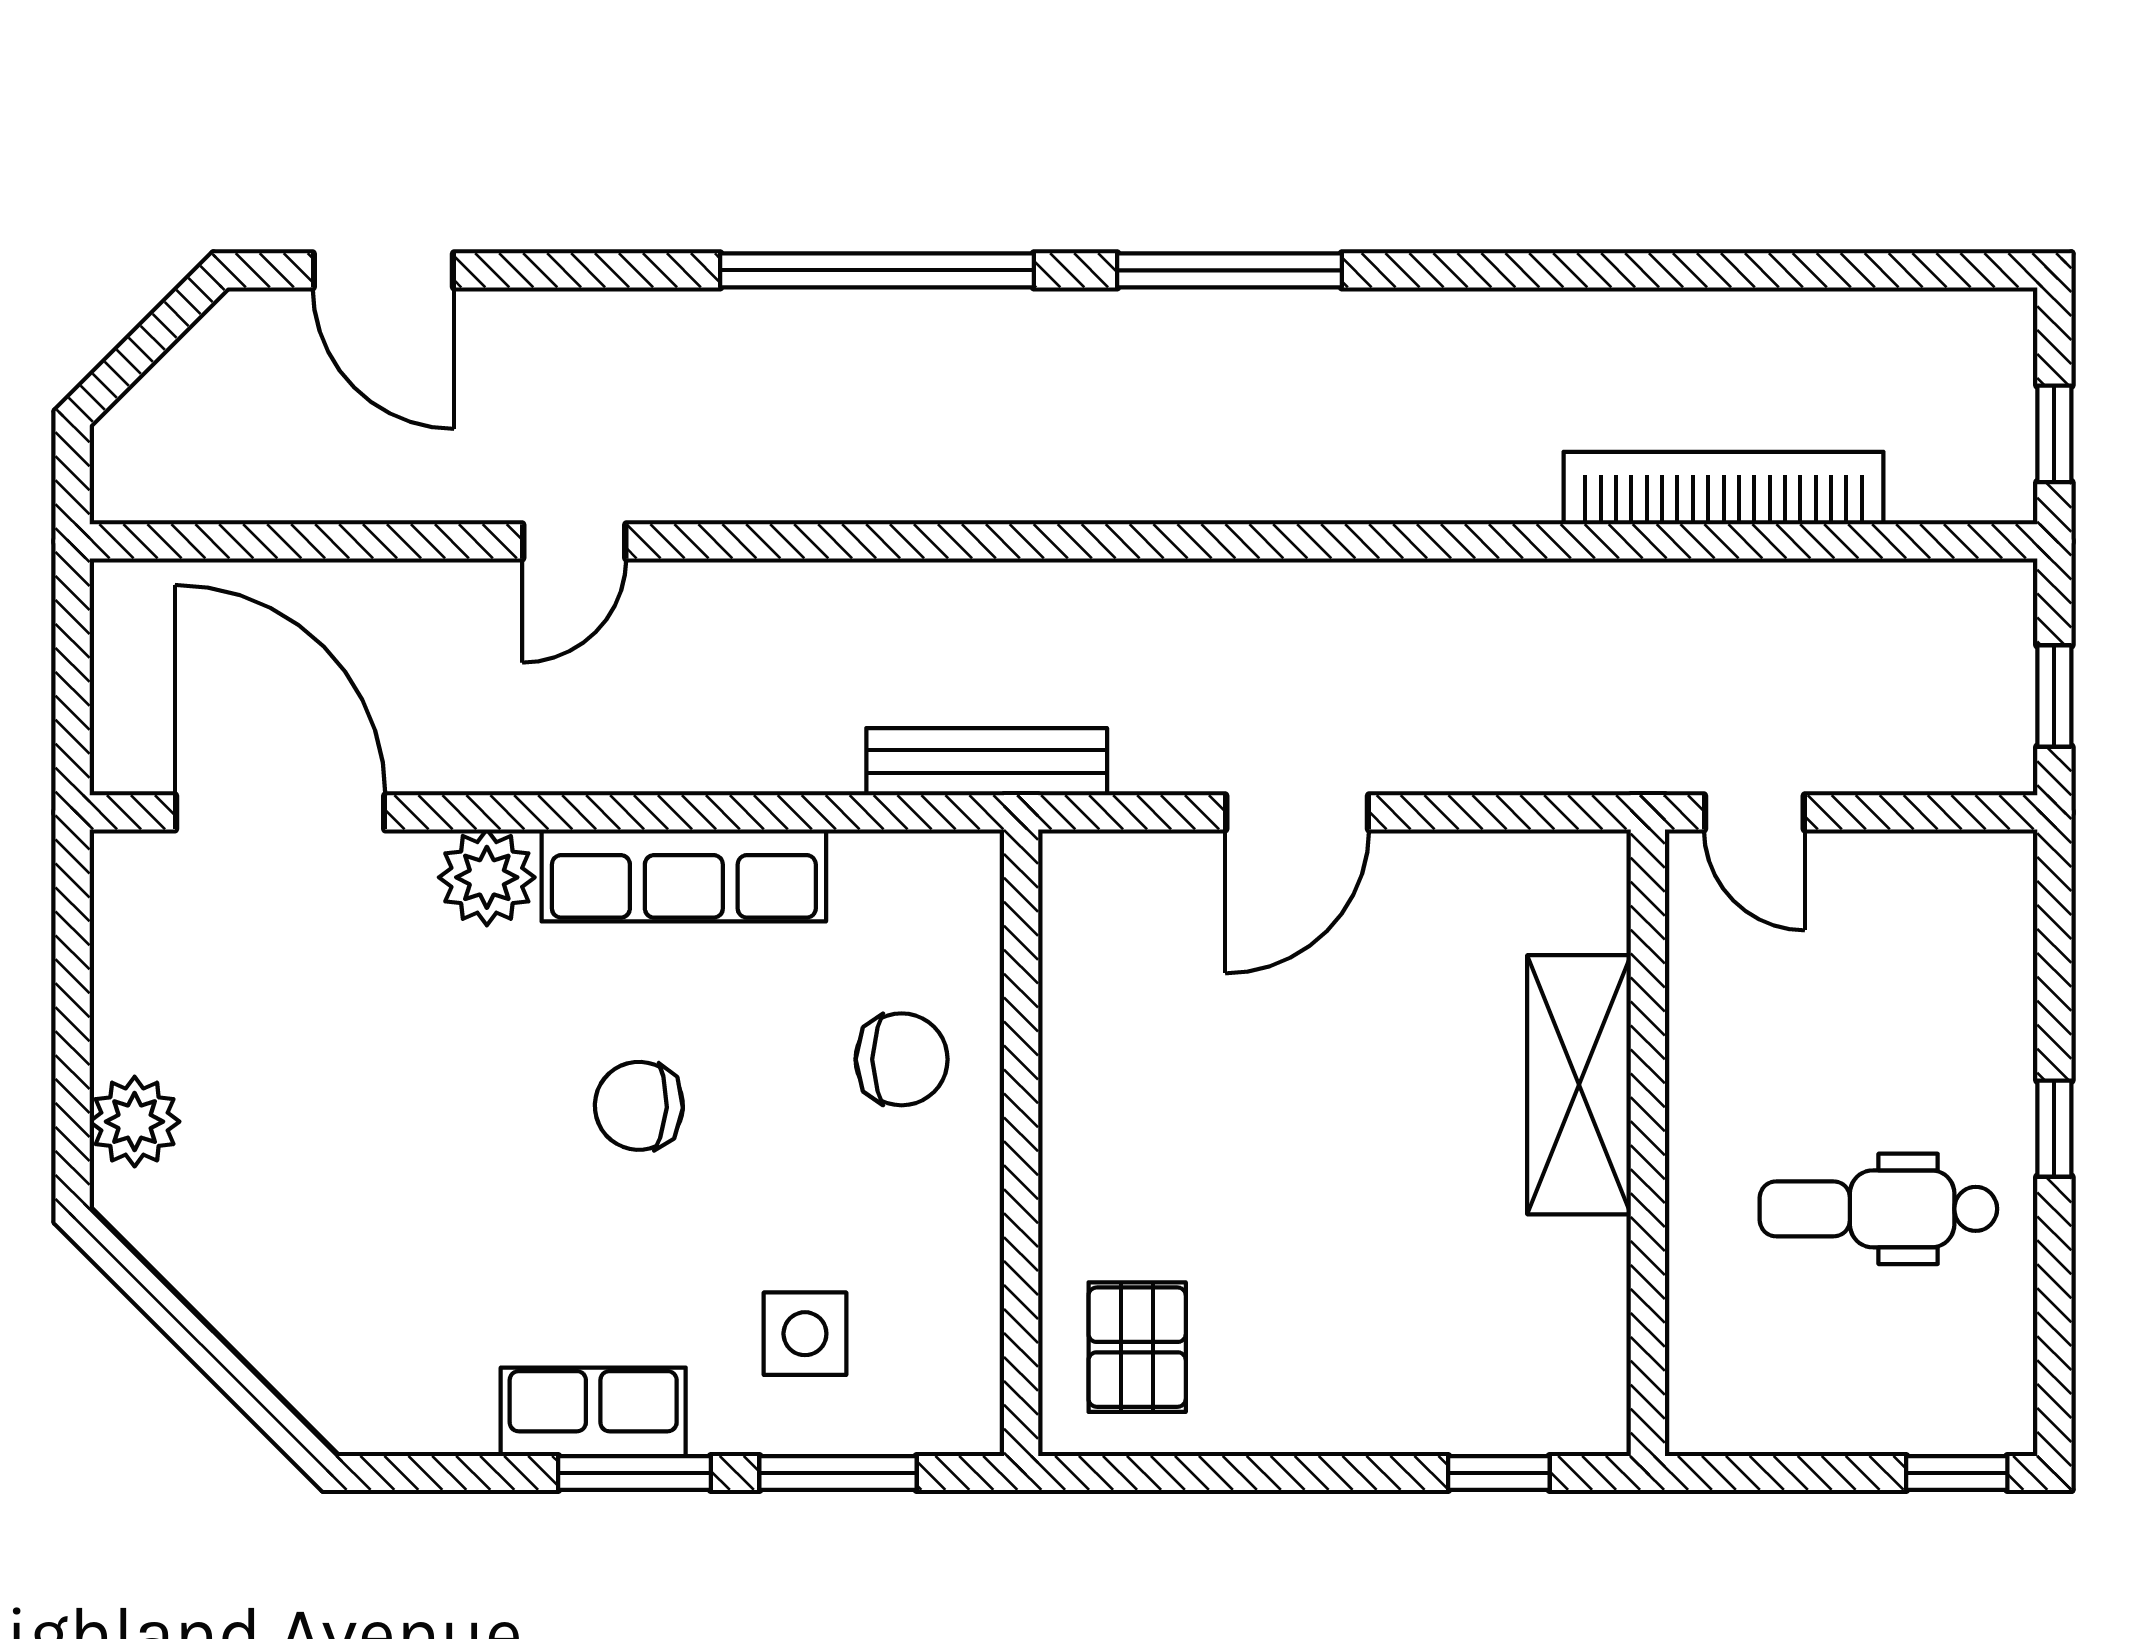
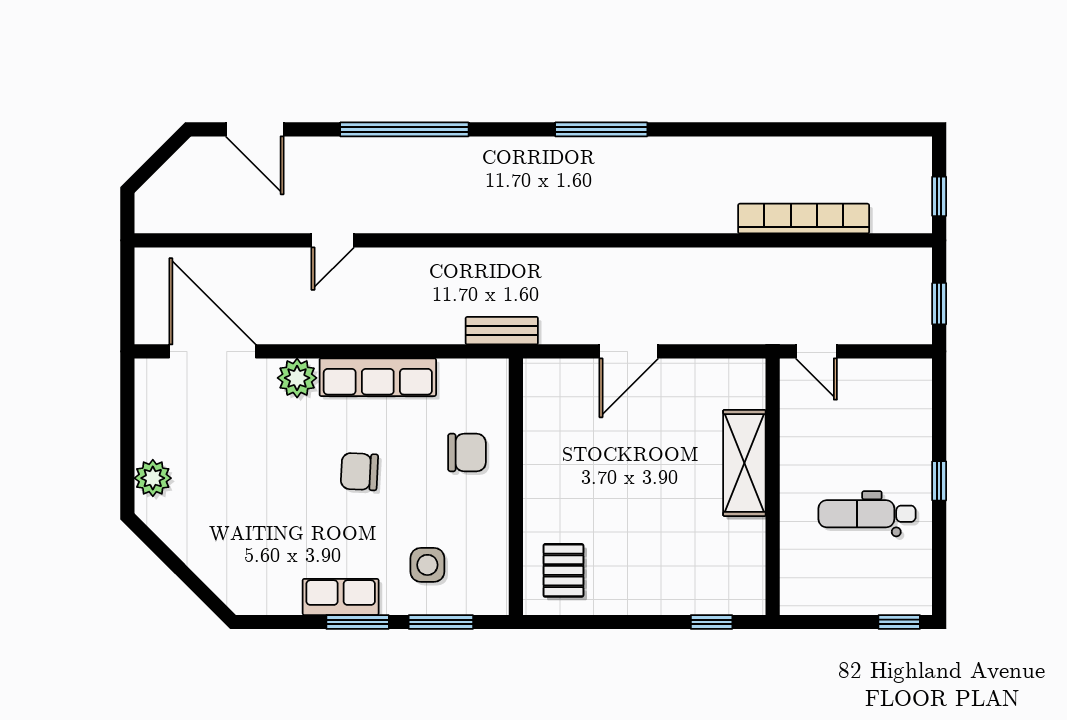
window: (877, 270) -> (404, 129), moved
bench: (987, 762) -> (502, 331), width x0.73

